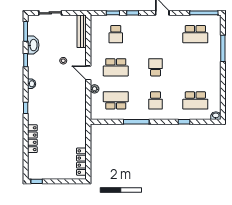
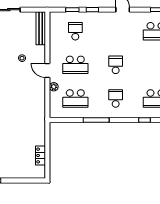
school desk: (116, 34) -> (75, 31), turned 180
school desk: (116, 100) -> (75, 98), turned 180
school desk: (156, 100) -> (116, 98), turned 180
locker: (81, 162) -> (40, 156), width x0.66

